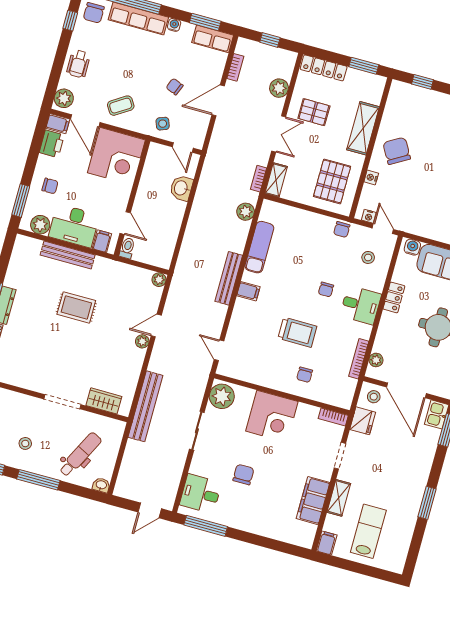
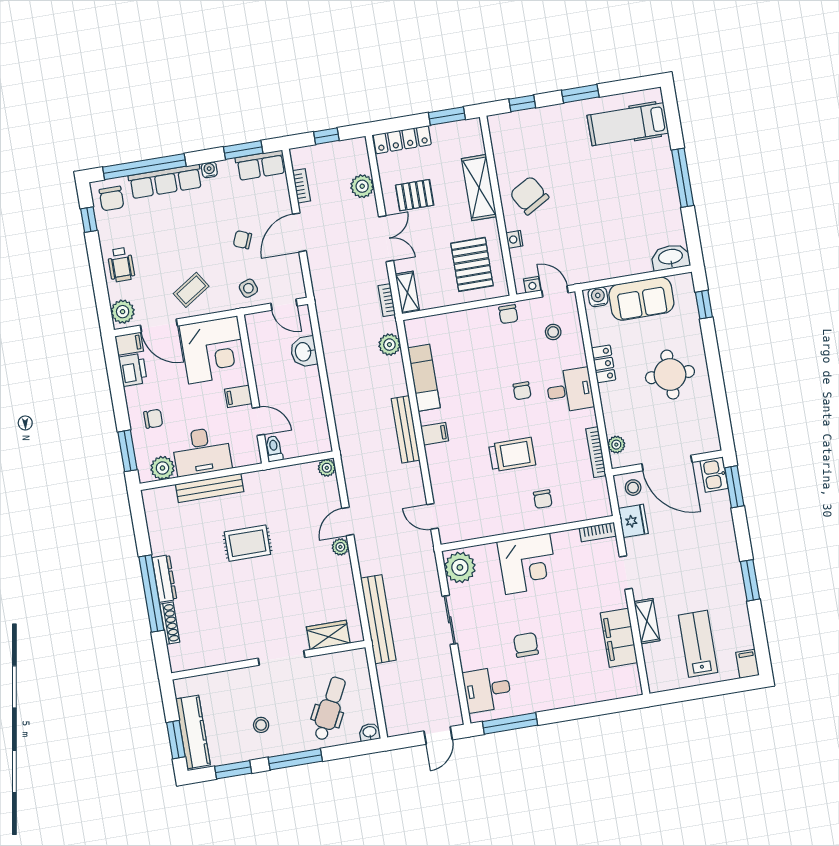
filing cabinet: (102, 241) -> (238, 396), moved, turned -90
filing cabinet: (327, 543) -> (748, 664), moved

